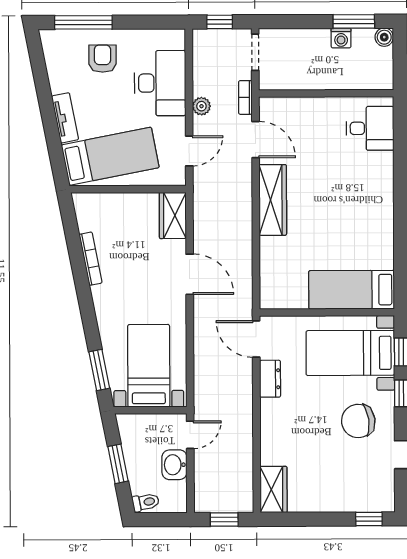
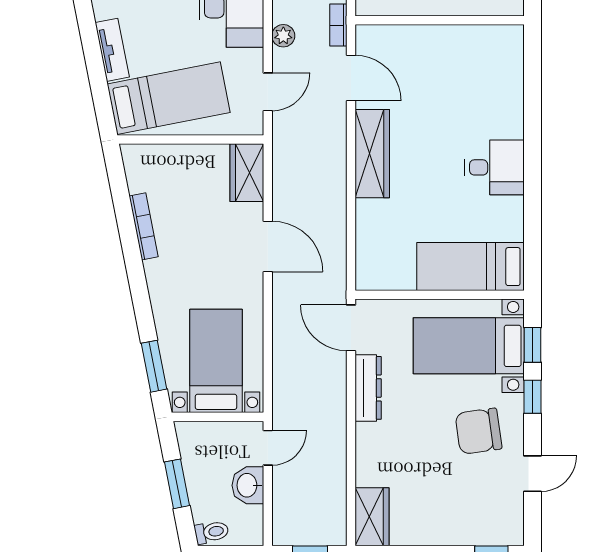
desk: (370, 128) -> (495, 167), moved
dresser: (270, 379) -> (368, 388), width x1.44

